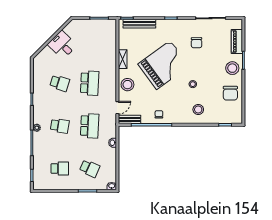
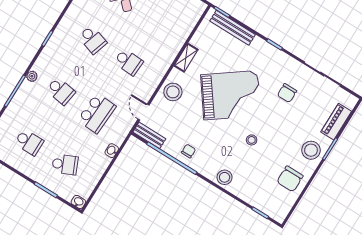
school desk: (90, 83) -> (129, 62), width x0.54
door: (117, 108) -> (143, 112), swing flipped
stool: (198, 109) -> (225, 177), moved
school desk: (90, 169) -> (65, 165), turned -48

